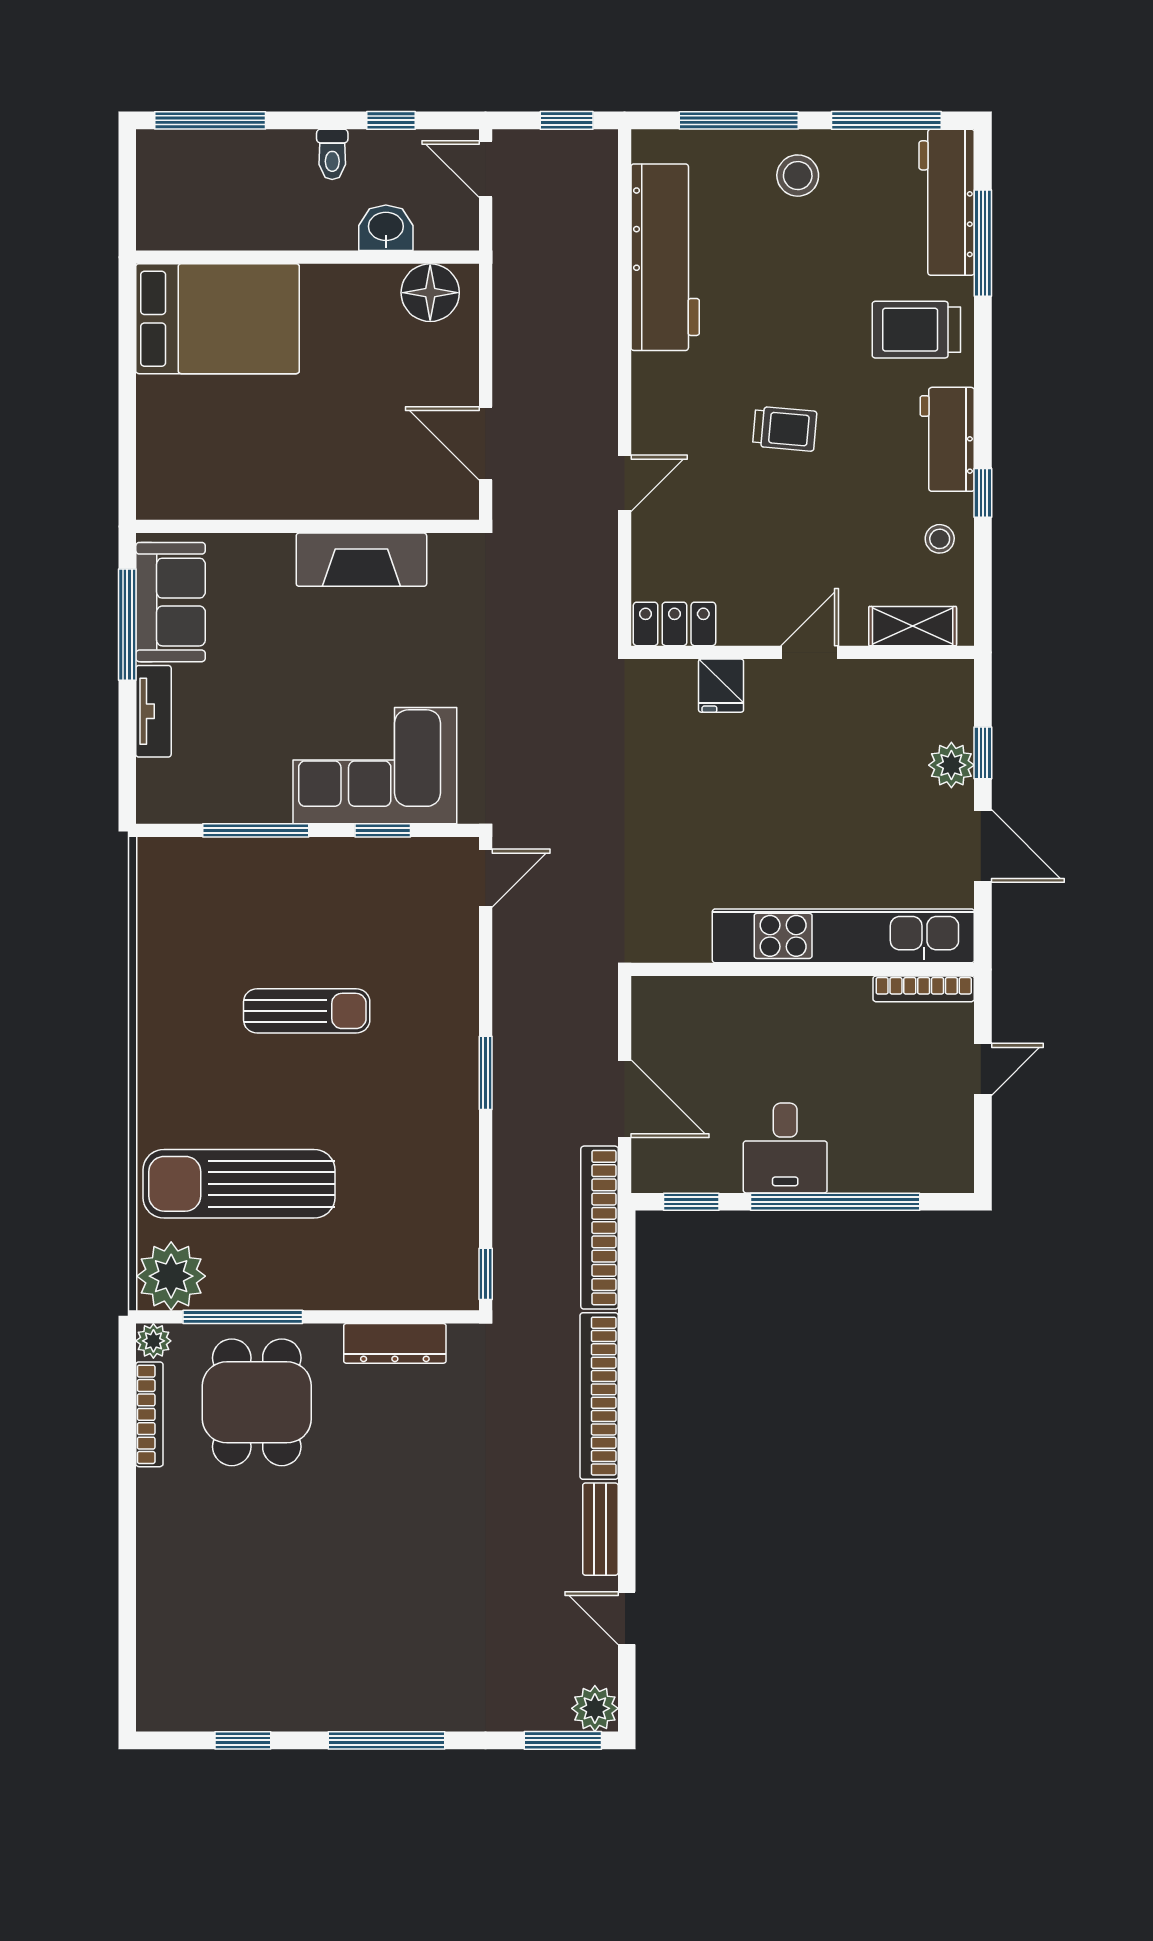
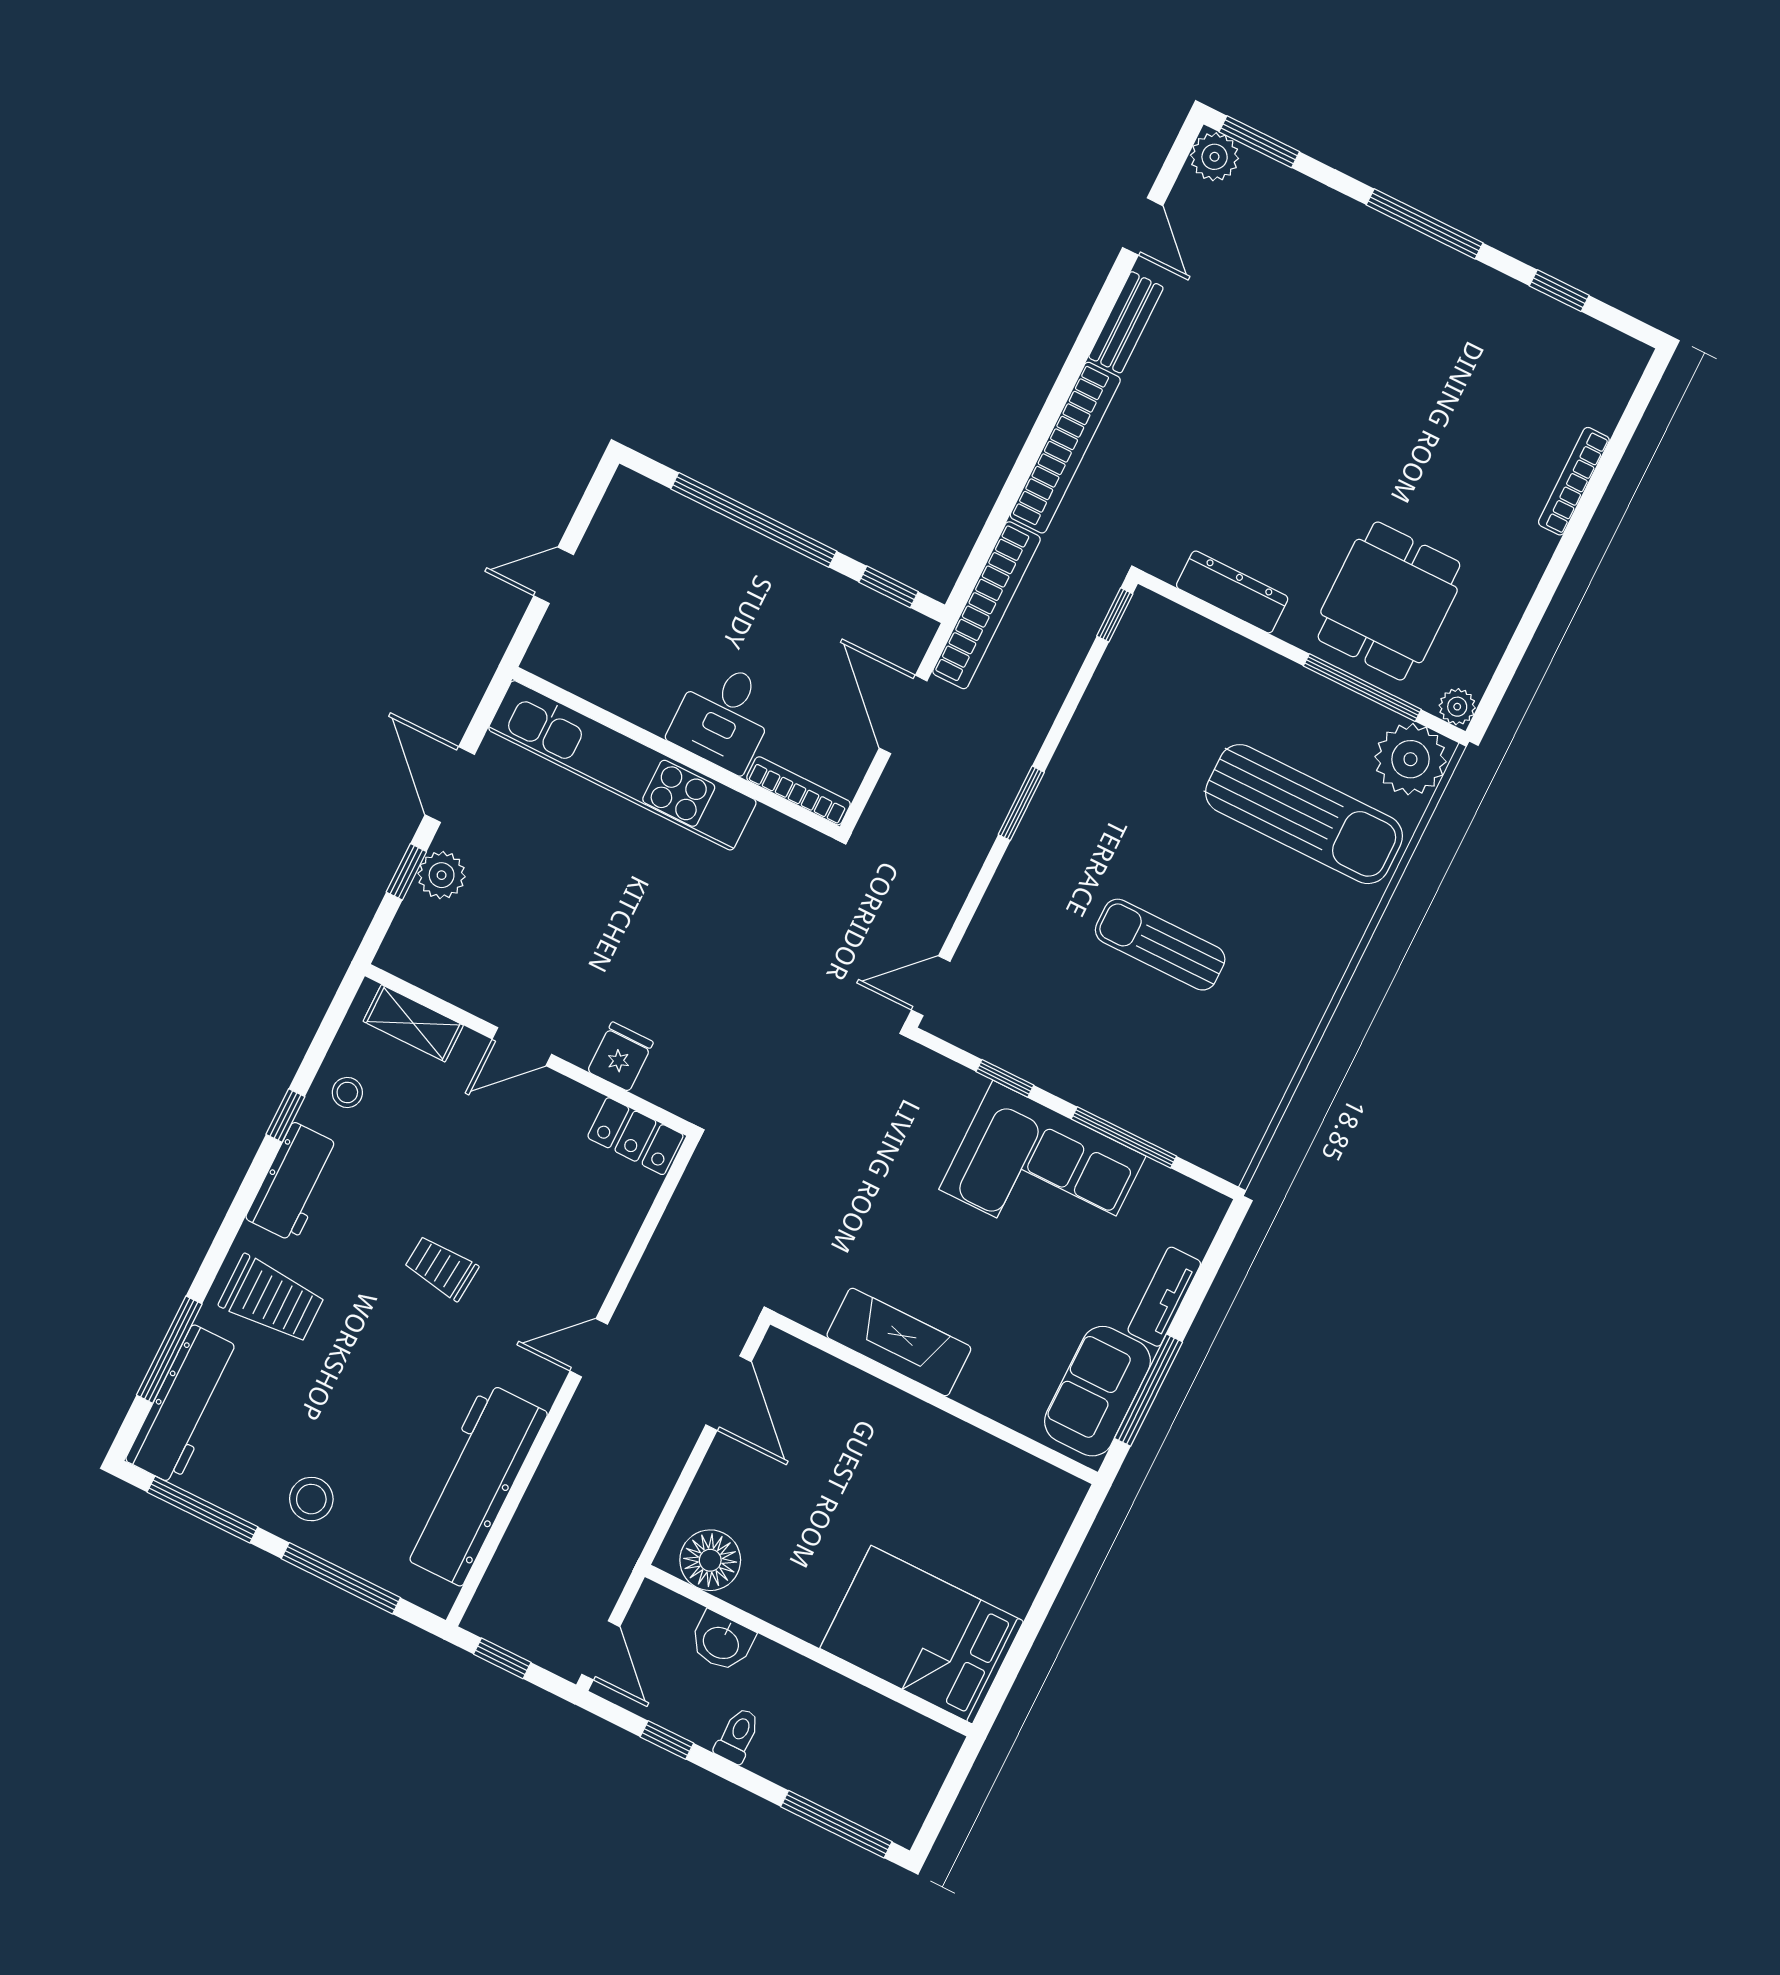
door: (625, 483) -> (589, 1348), moved
corner sofa: (375, 766) -> (1042, 1173), moved
bookcase: (924, 989) -> (799, 791), moved
desk: (785, 1148) -> (724, 716), moved, turned 180
bookcase: (149, 1414) -> (1574, 481), moved

